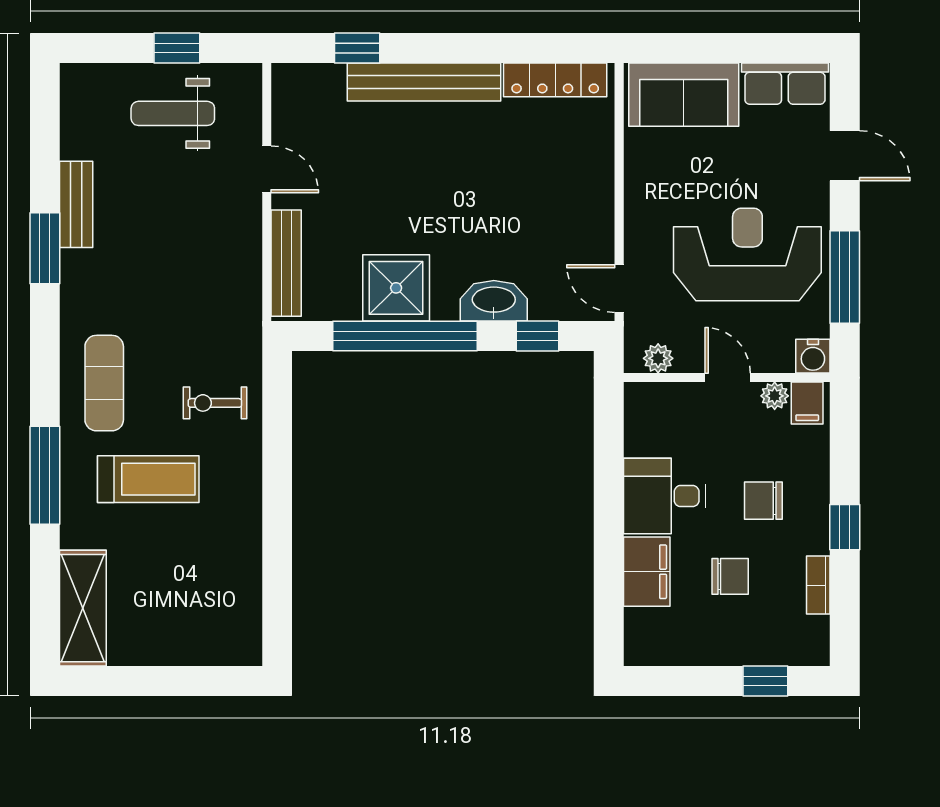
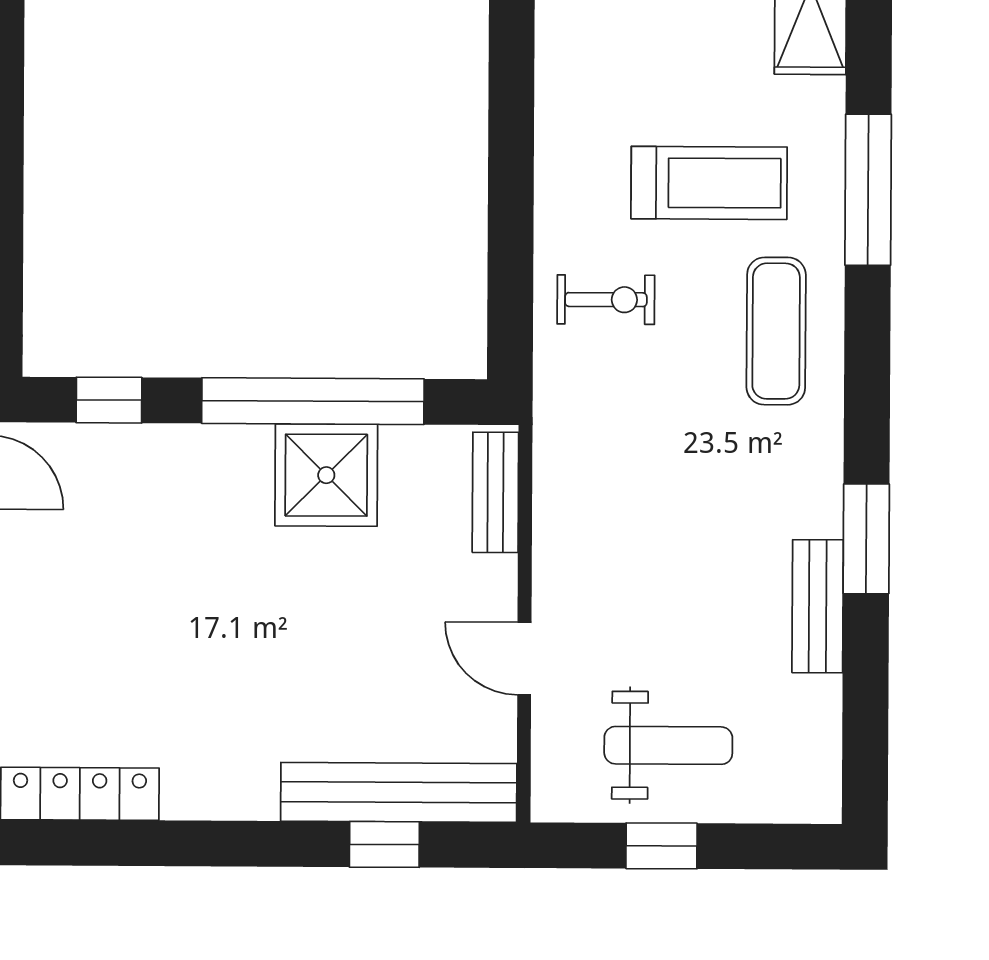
bench: (424, 82) -> (399, 792), moved
bench: (286, 263) -> (495, 492), width x0.73
washbasin: (494, 301) -> (176, 455), removed
treadmill: (148, 479) -> (709, 183), turned 180

